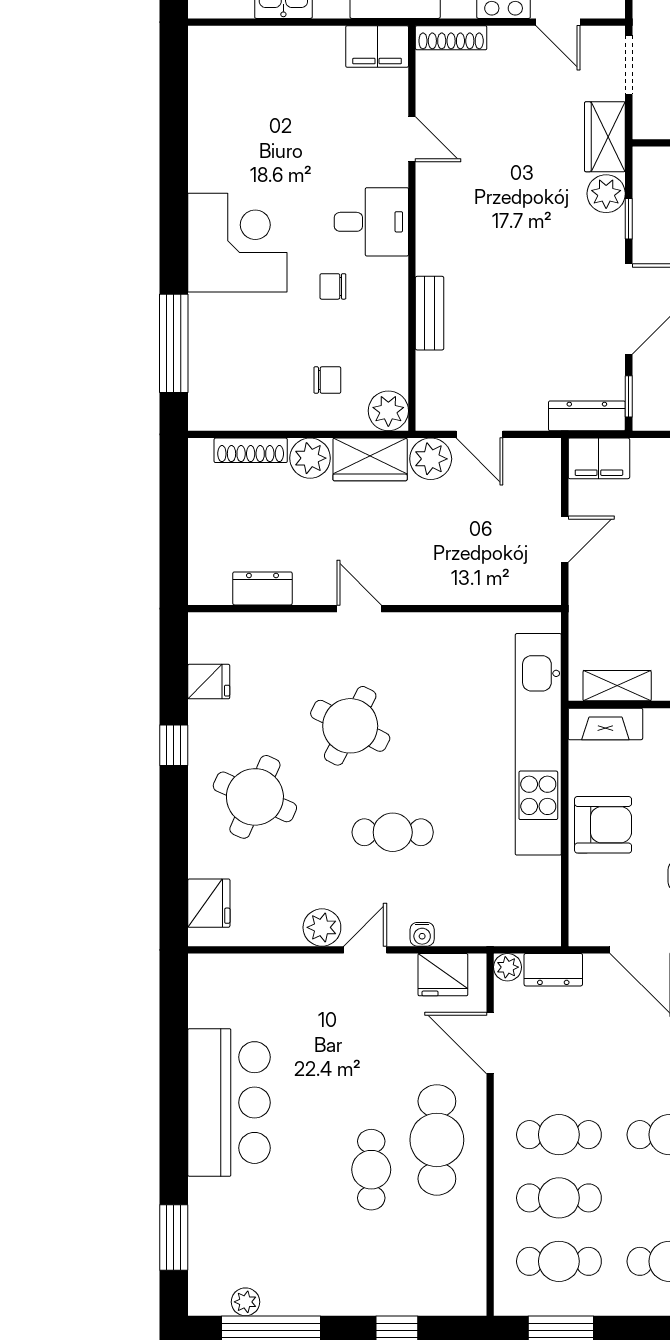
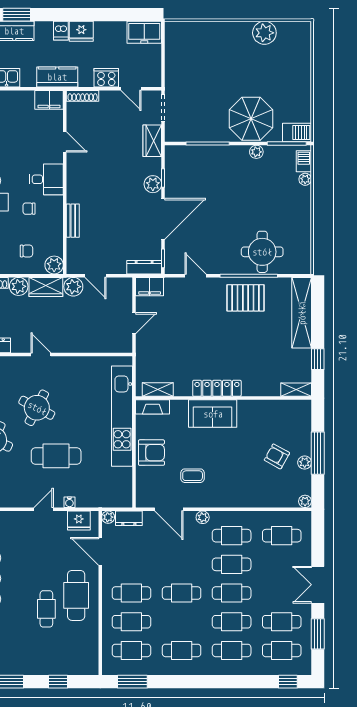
plant: (606, 194) -> (153, 184), moved
cafe table: (393, 832) -> (56, 456), width x1.37, depth x1.35
plant: (322, 927) -> (24, 499), removed

